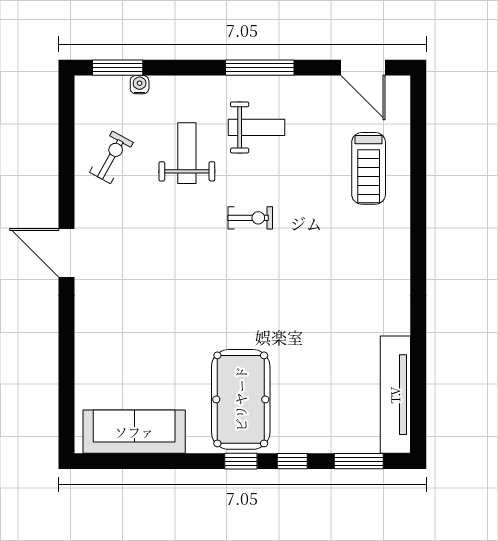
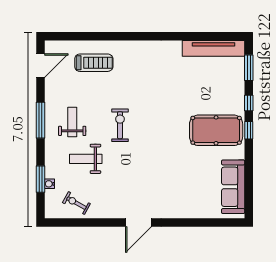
window: (118, 68) -> (41, 179), moved
exercise bike: (111, 157) -> (76, 203), moved
exercise bike: (250, 218) -> (120, 125), width x1.38, depth x1.39

